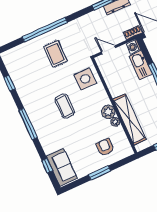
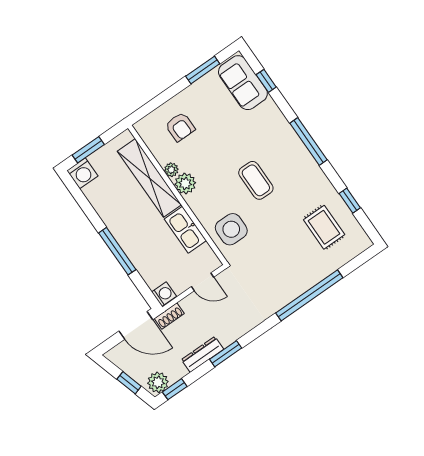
rug: (55, 54) -> (324, 227), moved
kitchen sink: (141, 65) -> (185, 230), moved, turned 180
window: (100, 173) -> (203, 70), moved

